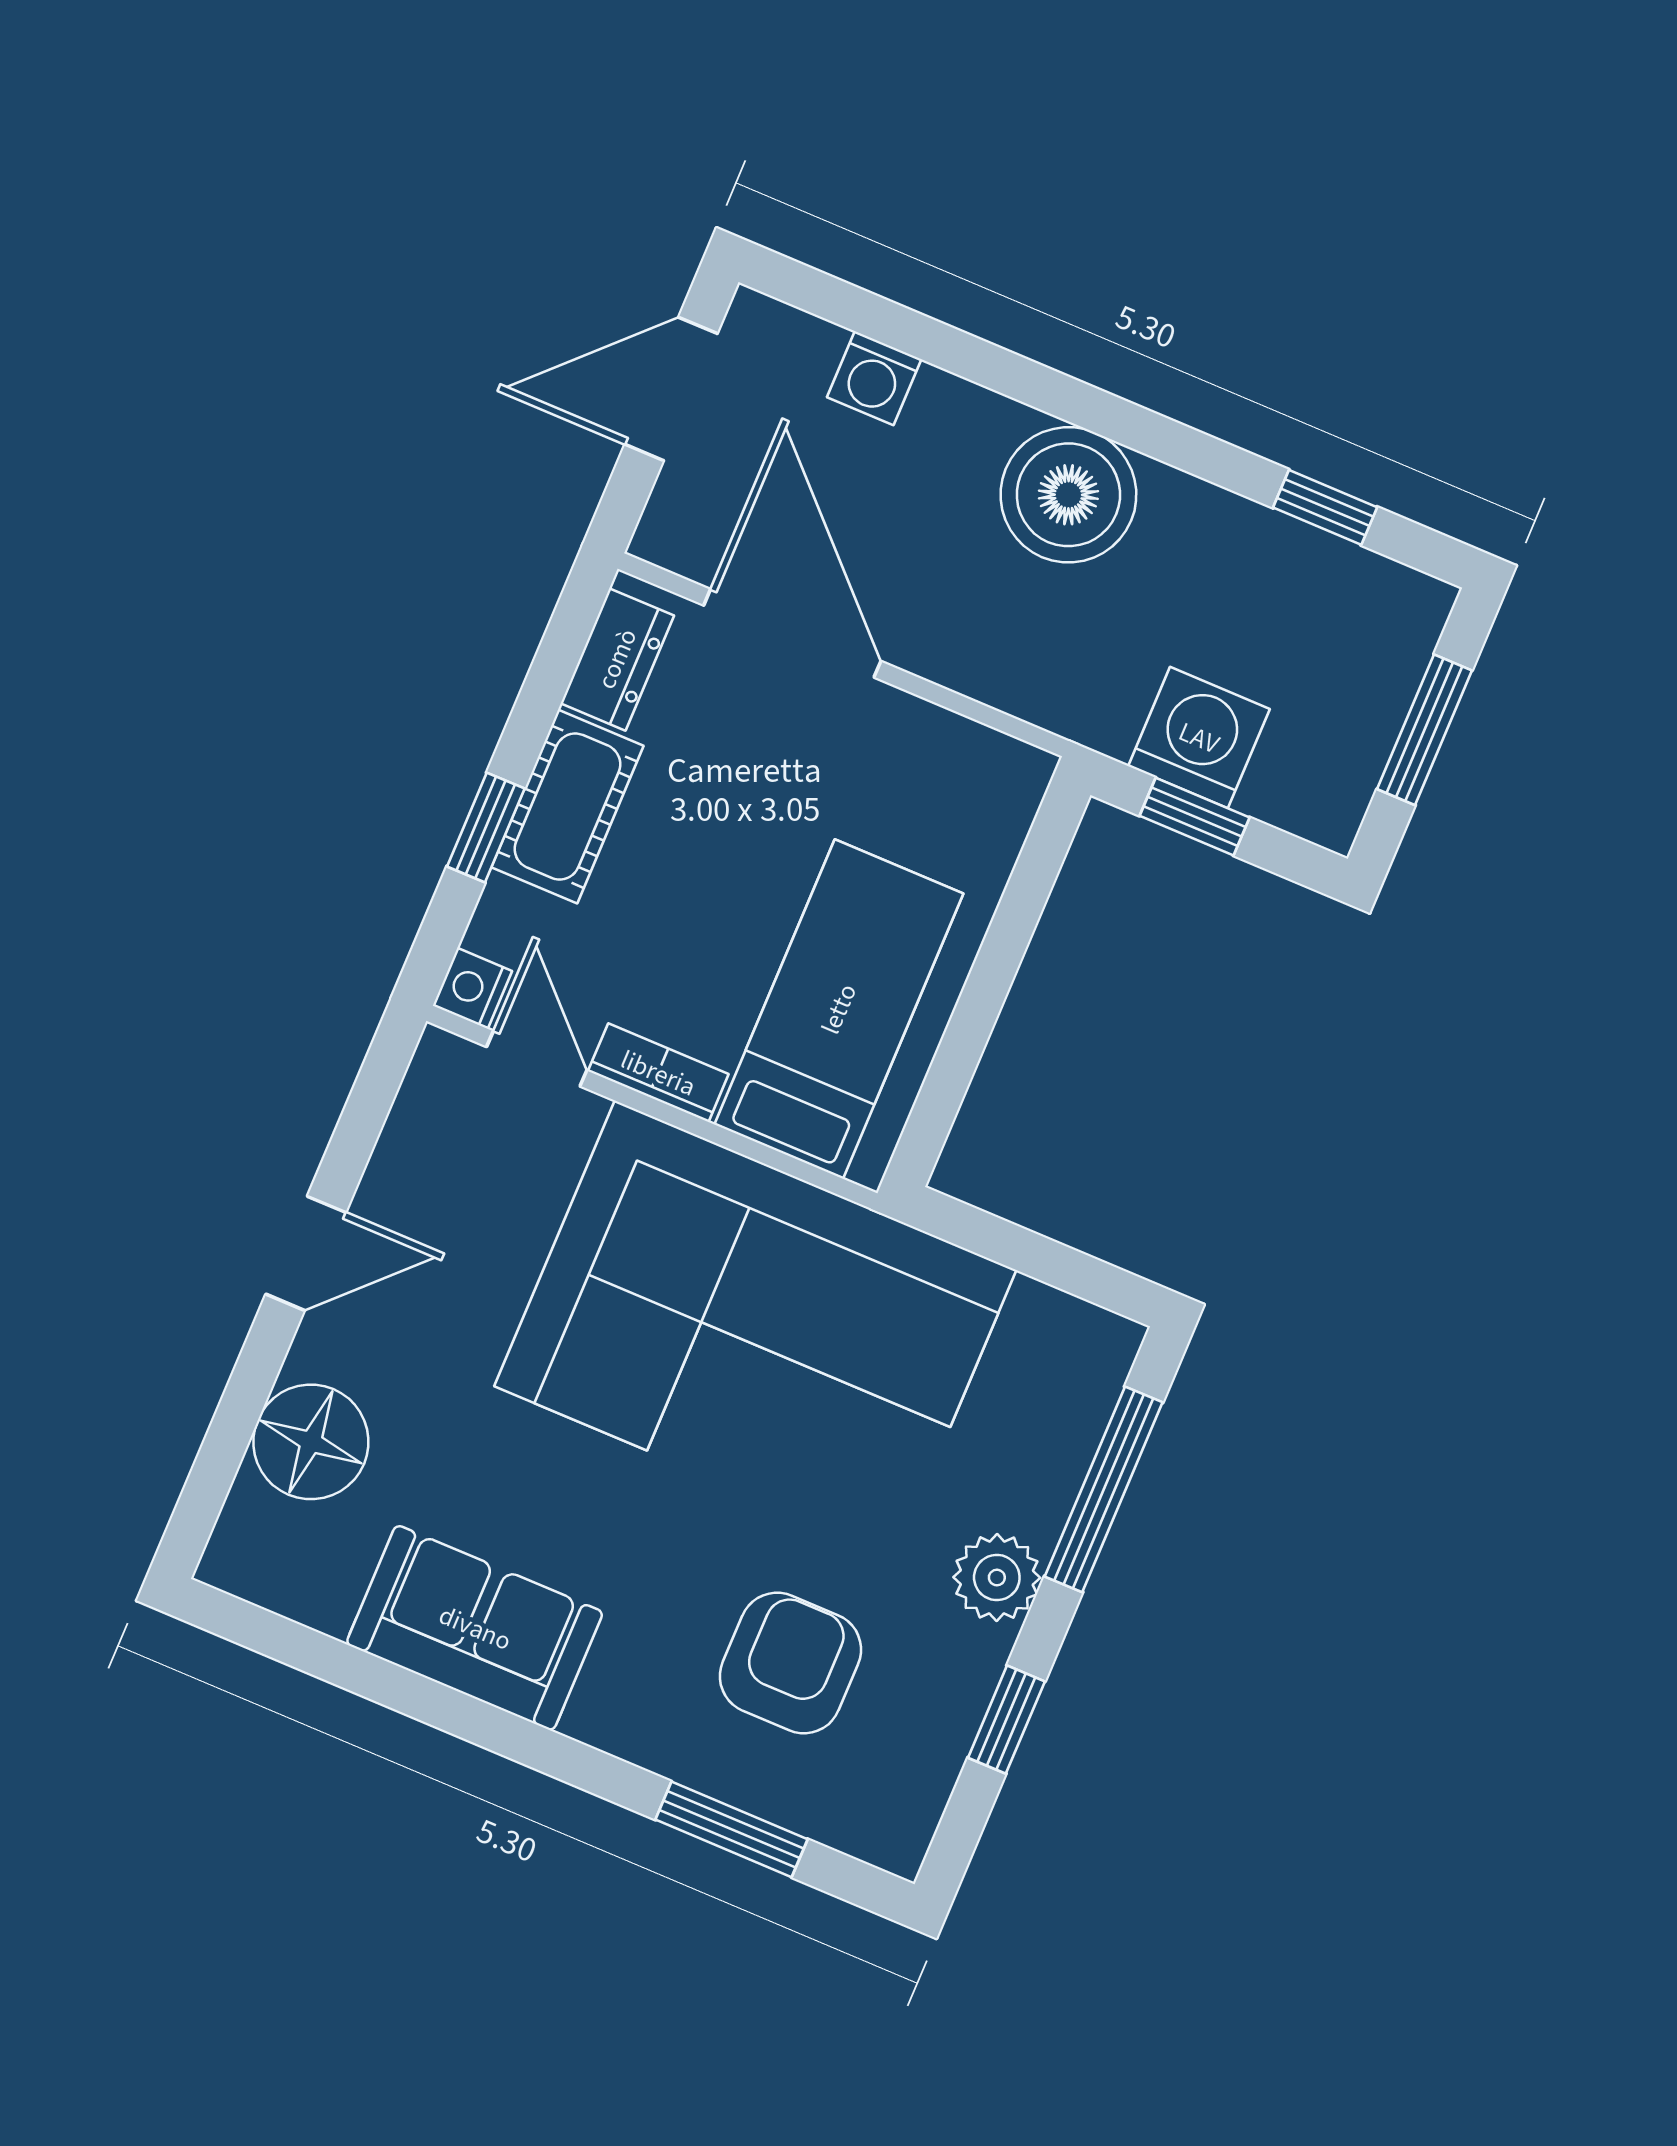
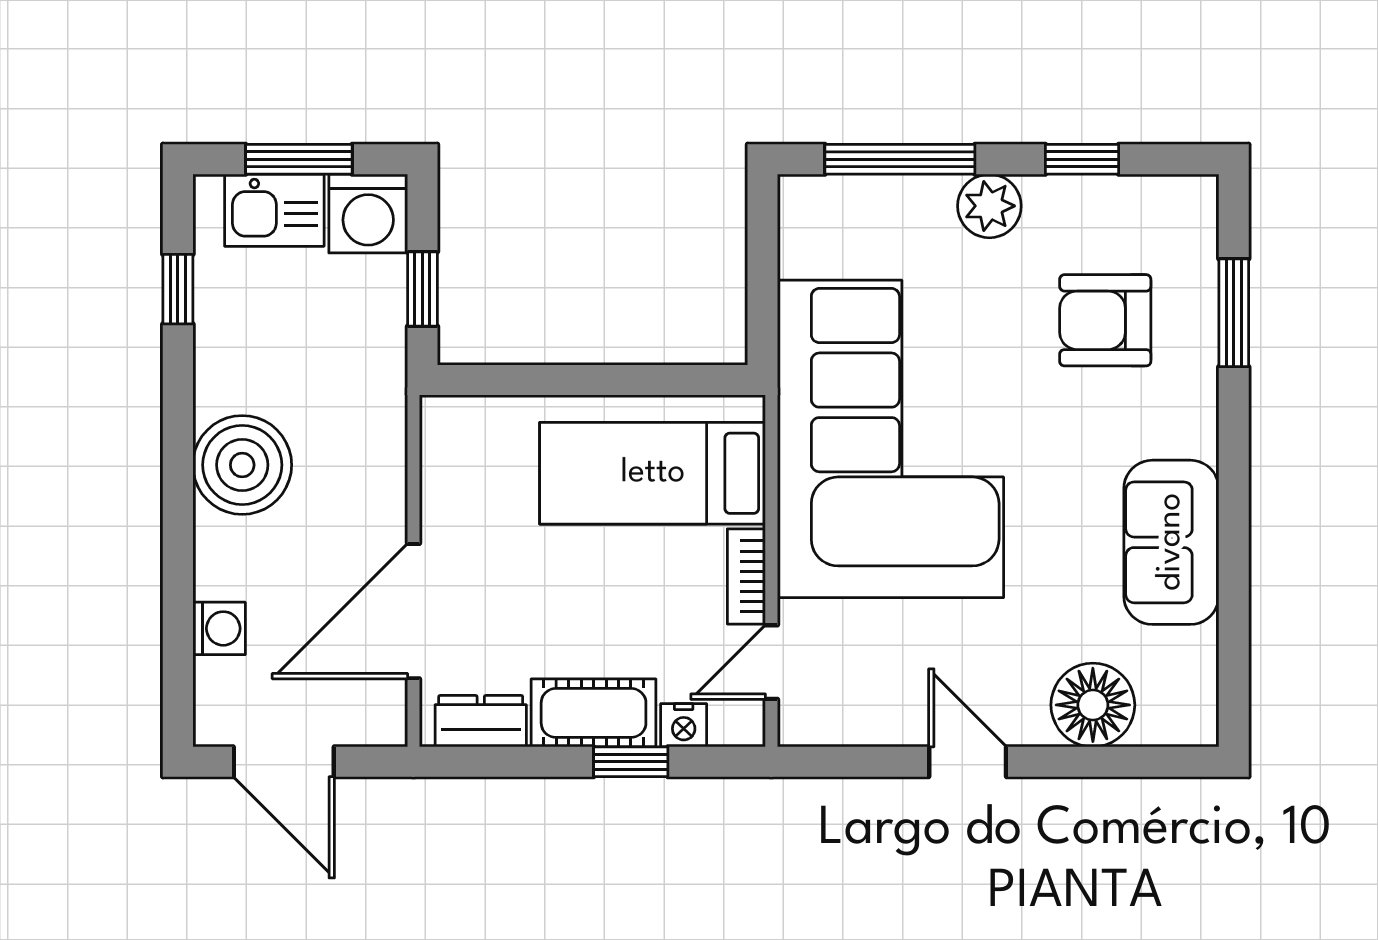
kitchen sink: (1373, 671) -> (274, 210), added
washing machine: (1199, 738) -> (368, 214), moved, turned -90
nightstand: (472, 988) -> (684, 725), moved

